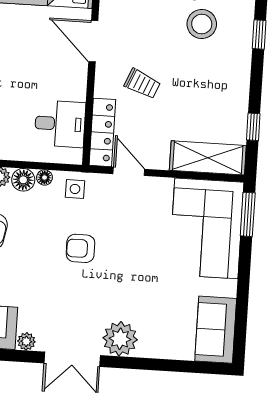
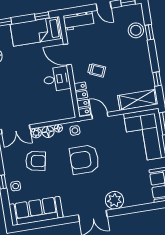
stool: (202, 24) -> (136, 30), moved
desk: (60, 124) -> (57, 79), moved
armchair: (80, 248) -> (84, 160), width x1.88, depth x1.88
plant: (26, 341) -> (68, 212), removed

